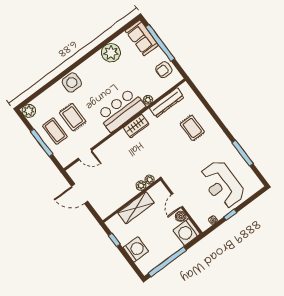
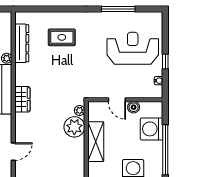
wardrobe: (136, 126) -> (22, 99), moved
reception desk: (222, 184) -> (133, 48), turned 180
plant: (141, 186) -> (74, 127), width x1.88, depth x1.88
washing machine: (187, 232) -> (152, 129), moved, turned 90

